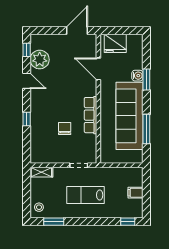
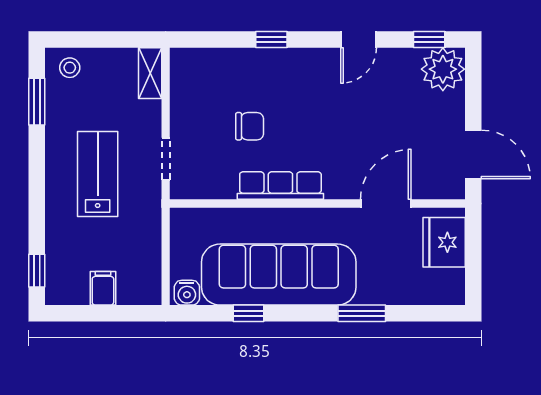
plant: (40, 60) -> (443, 69), moved
water cooler: (137, 76) -> (187, 293), moved
window: (146, 129) -> (249, 313), width x0.46

